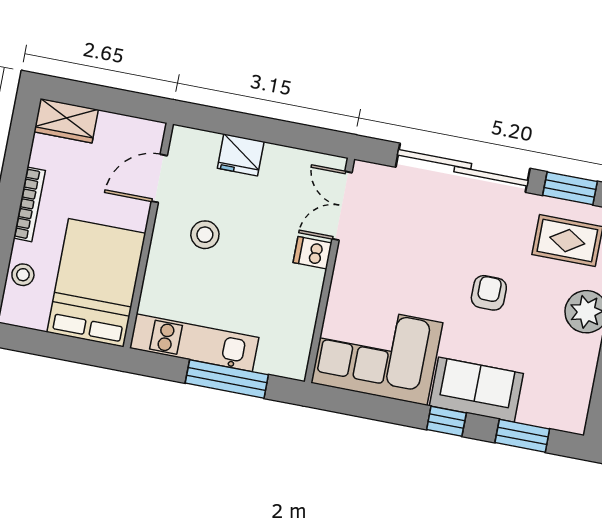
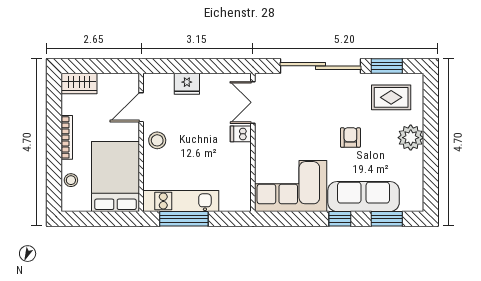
stool: (205, 235) -> (157, 140), moved
window: (227, 379) -> (184, 219), moved
sofa: (476, 390) -> (364, 197), width x1.36

